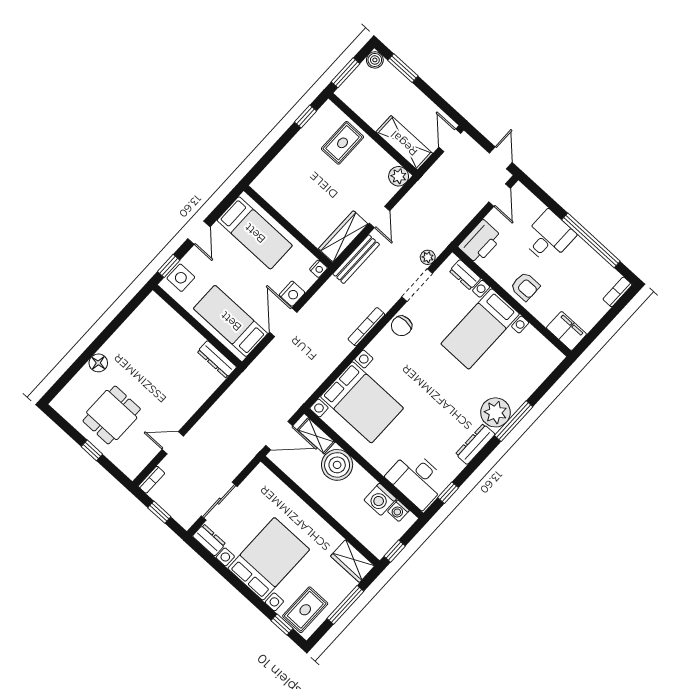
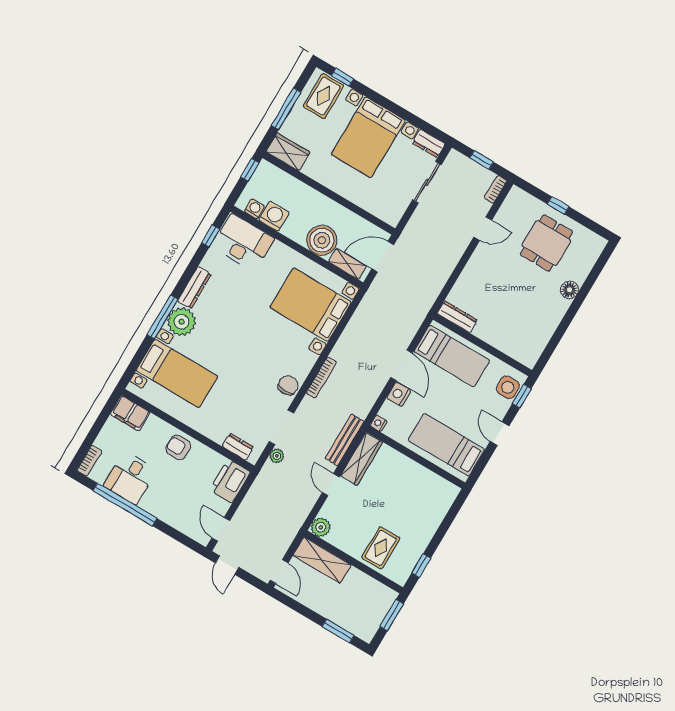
boiler: (375, 60) -> (366, 633), removed
desk: (548, 237) -> (130, 478), moved
bed with nightstands: (480, 329) -> (177, 373), moved, turned 90

